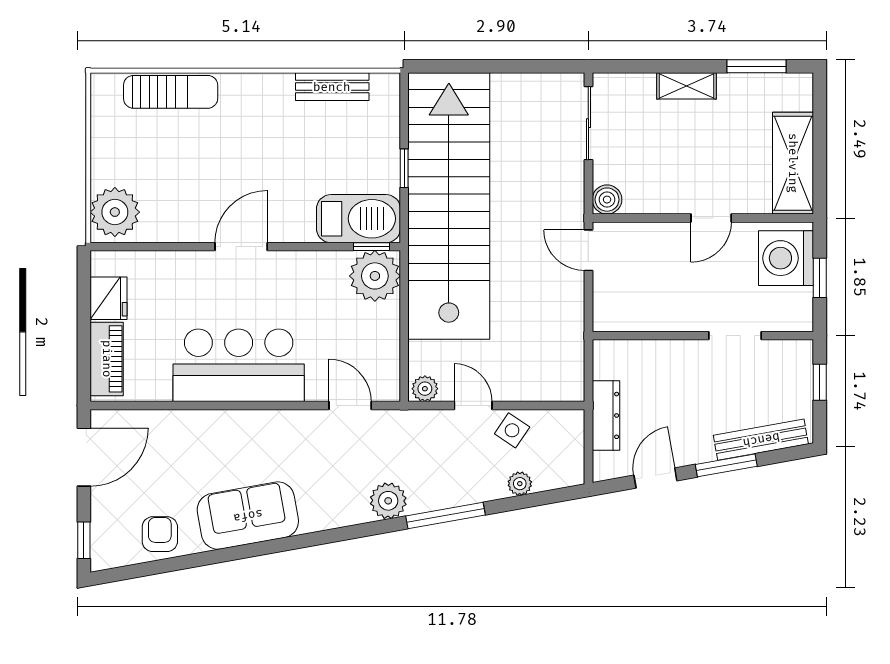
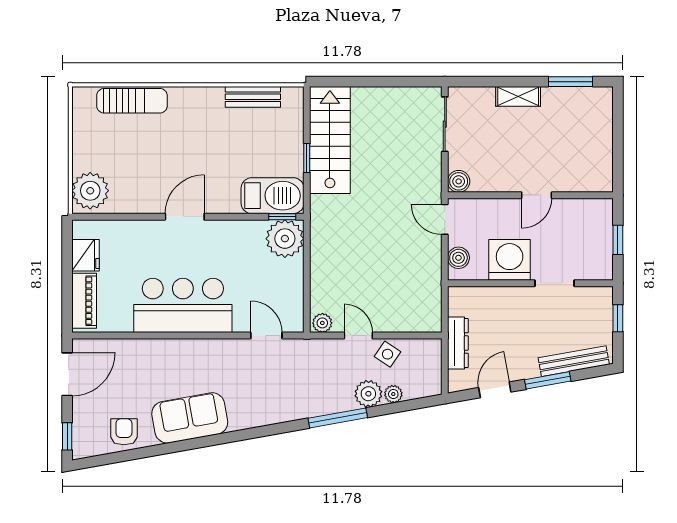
shelving: (793, 163) -> (598, 154), removed
stairs: (449, 206) -> (330, 140), width x0.54, depth x0.66
washing machine: (786, 258) -> (510, 260), moved, turned 90
boiler: (607, 302) -> (458, 258), added
plant: (388, 501) -> (368, 394), moved

